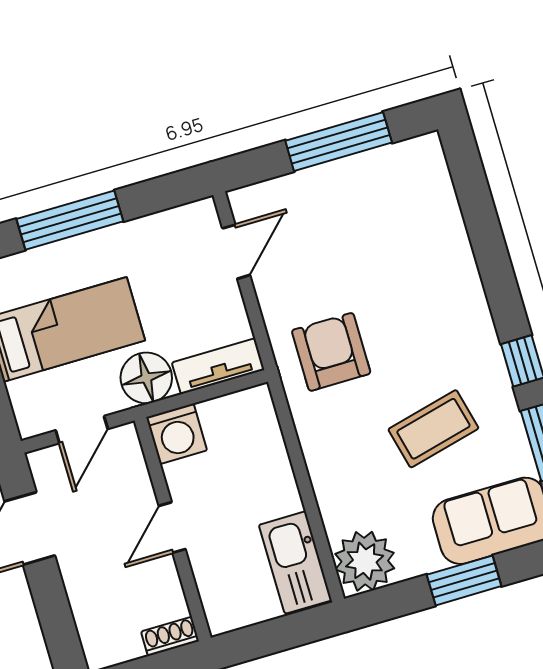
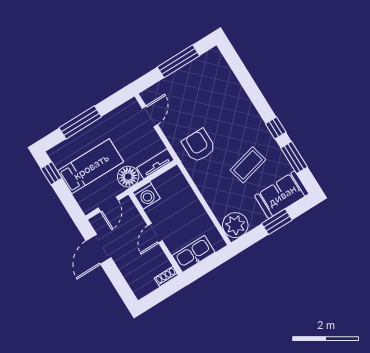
kitchen sink: (295, 563) -> (194, 254), moved, turned 90

